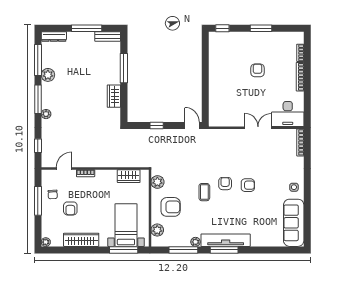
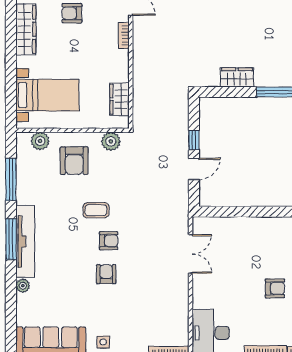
door: (192, 125) -> (194, 169), moved
double door: (258, 128) -> (191, 254), moved
armchair: (248, 185) -> (106, 274), turned 180
plant: (196, 242) -> (23, 286), moved
window: (124, 250) -> (11, 92), removed

